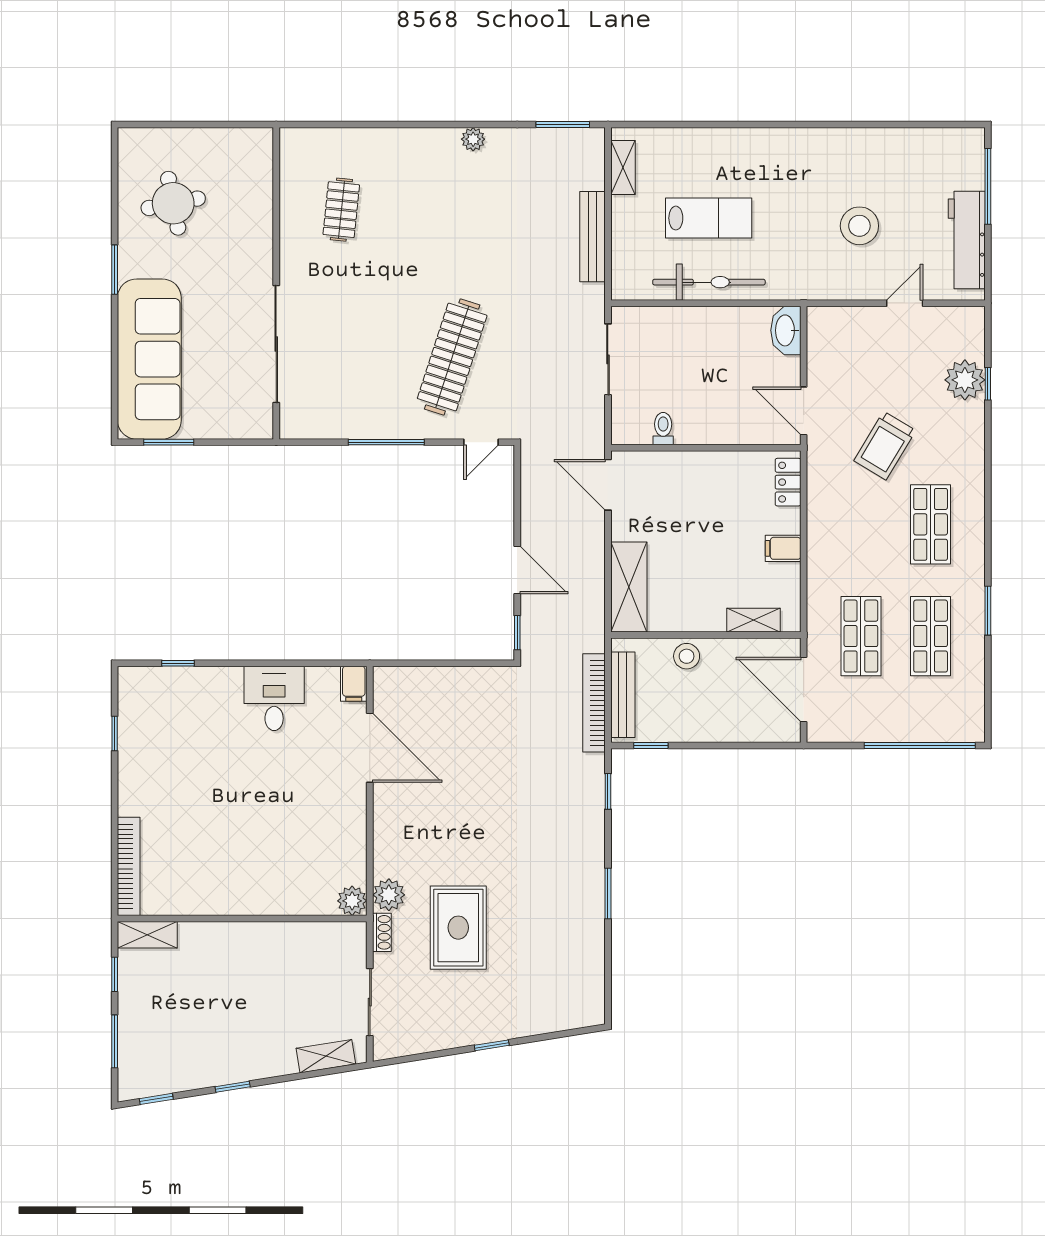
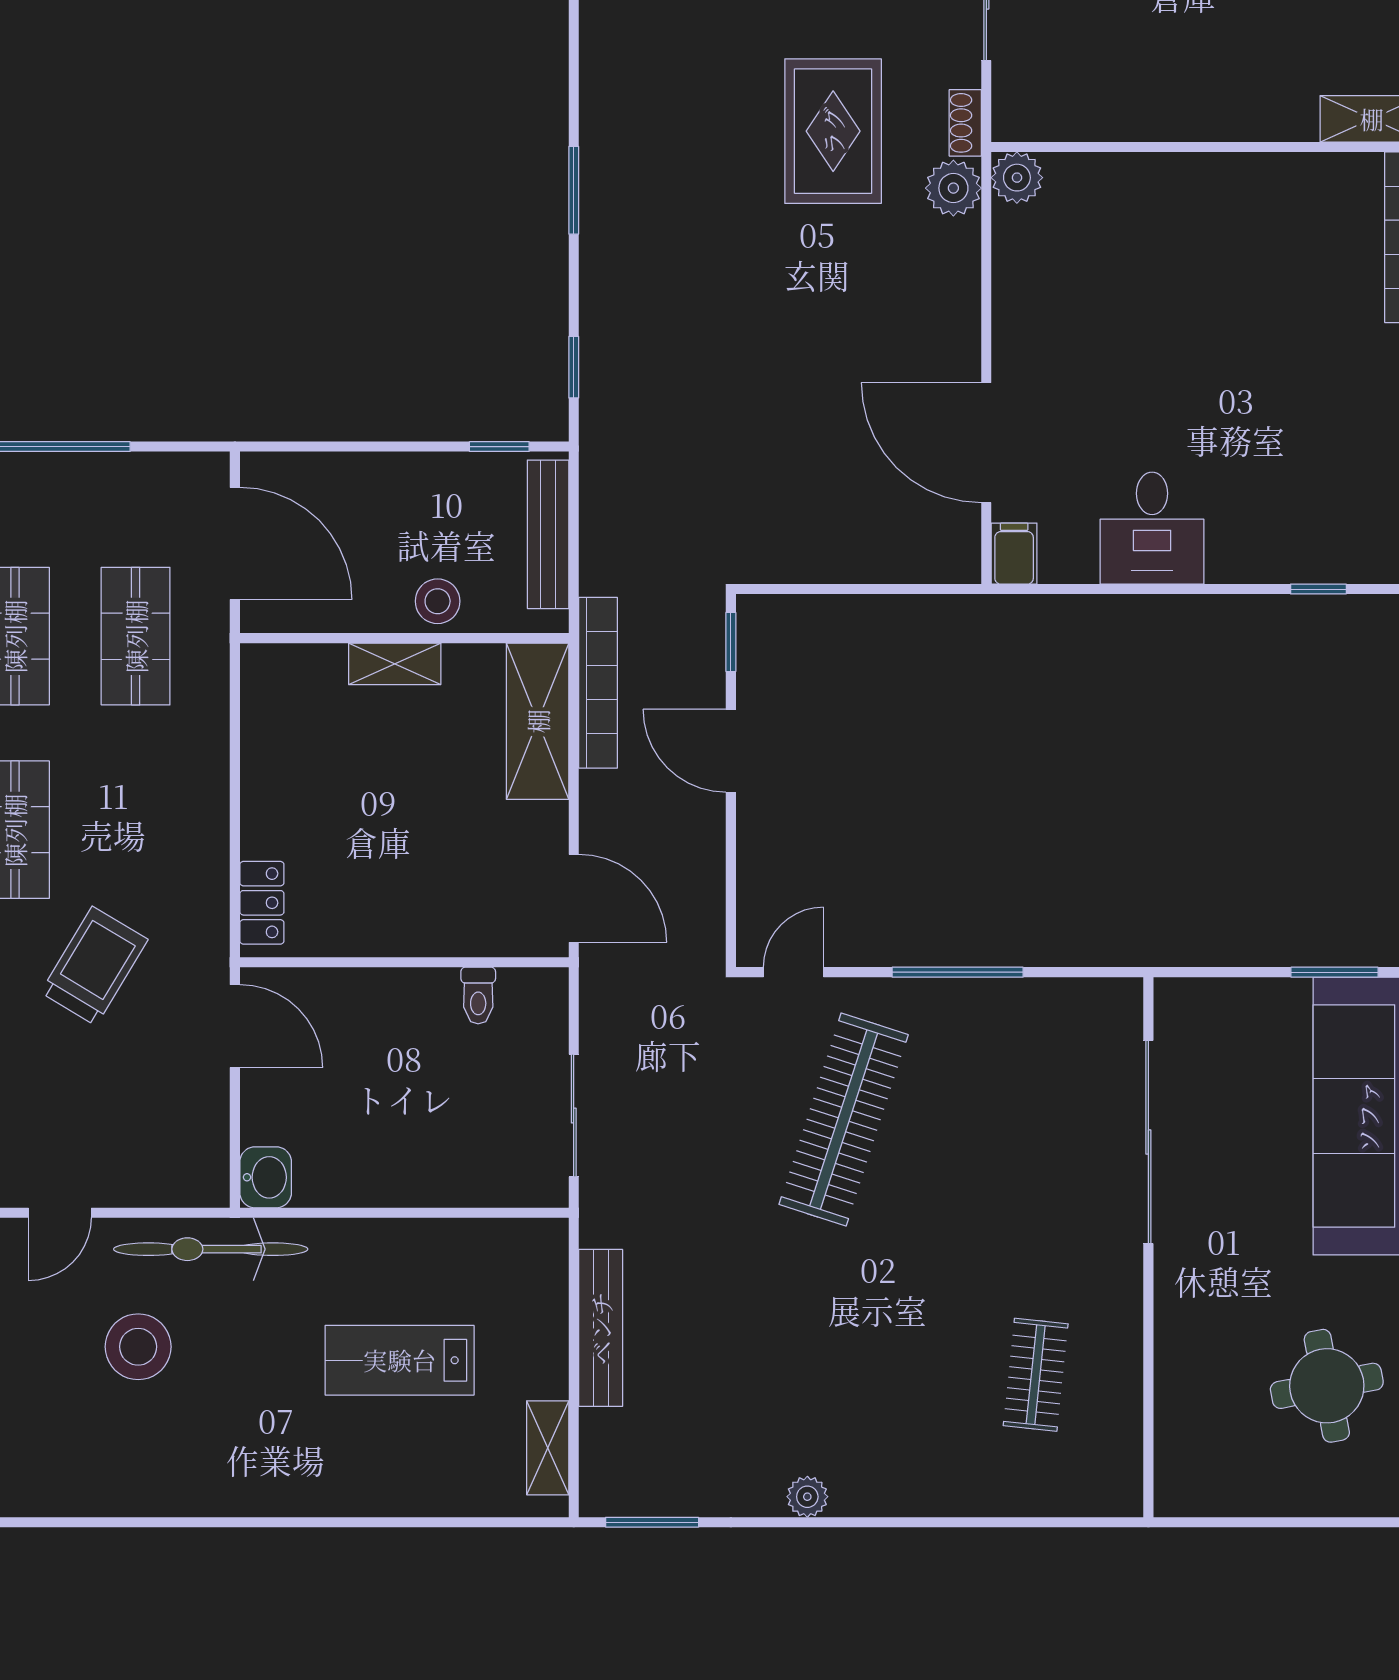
bicycle: (709, 282) -> (211, 1249), moved
washbasin: (786, 330) -> (266, 1177), width x0.72
filing cabinet: (783, 548) -> (270, 788), removed
shelving: (753, 620) -> (395, 664), moved
bookcase: (594, 703) -> (598, 683), moved

